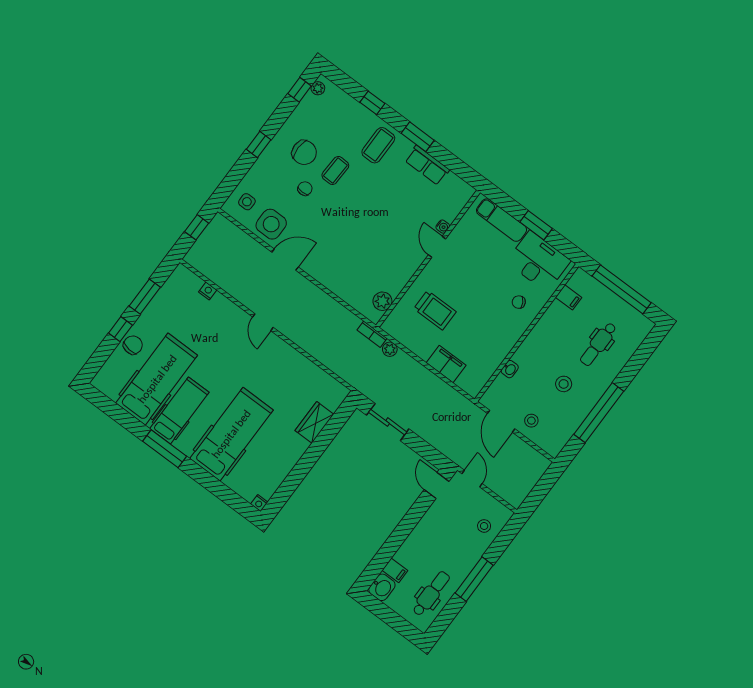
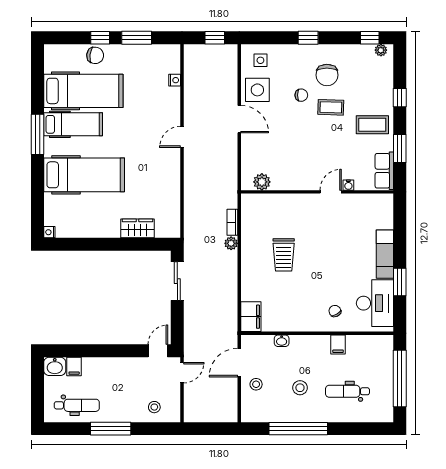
water cooler: (443, 227) -> (348, 185), moved
door: (437, 247) -> (331, 192), moved
wall: (428, 259) -> (317, 192), moved
filing cabinet: (569, 297) -> (338, 345), moved
plant: (382, 301) -> (262, 182), moved
filing cabinet: (446, 364) -> (251, 317), moved

